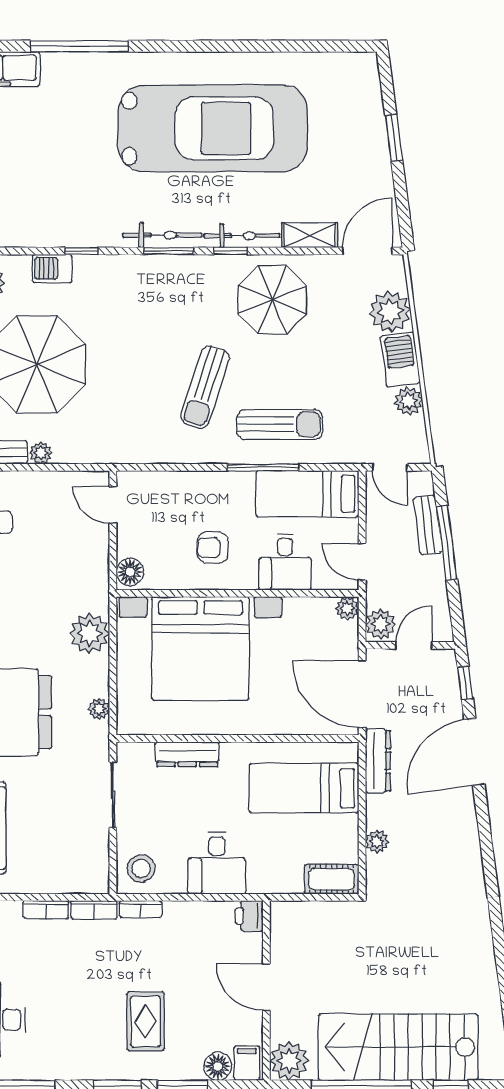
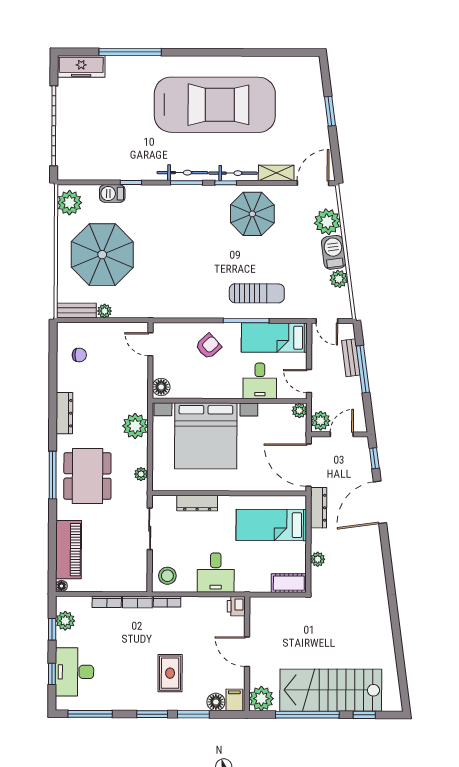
sun lounger: (205, 387) -> (209, 269), removed
armchair: (213, 548) -> (208, 346), moved, turned 138

